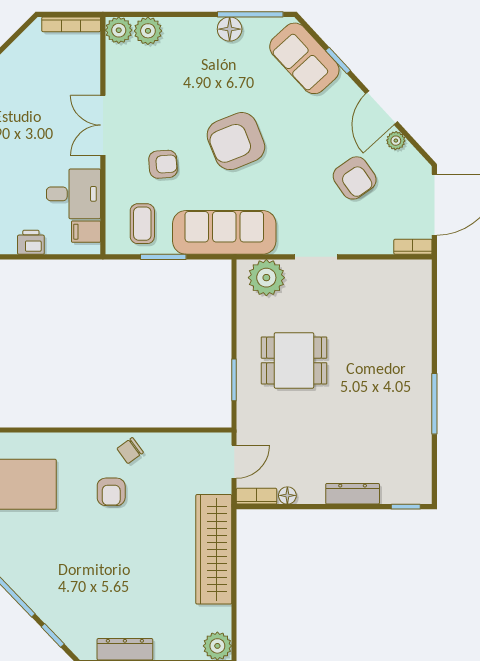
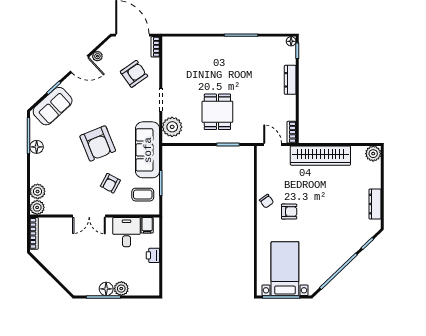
armchair: (163, 164) -> (110, 183), turned -148
armchair: (355, 178) -> (134, 74), moved
floor lamp: (287, 495) -> (291, 41), moved

